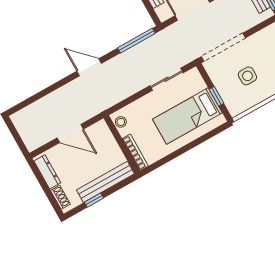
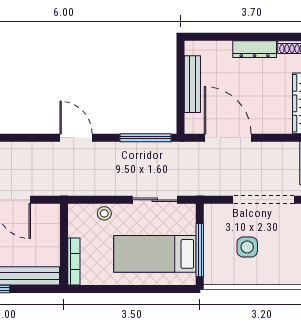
doorway: (223, 47) -> (264, 200), moved
window: (216, 96) -> (200, 250), width x2.17
stool: (121, 122) -> (104, 213), moved

